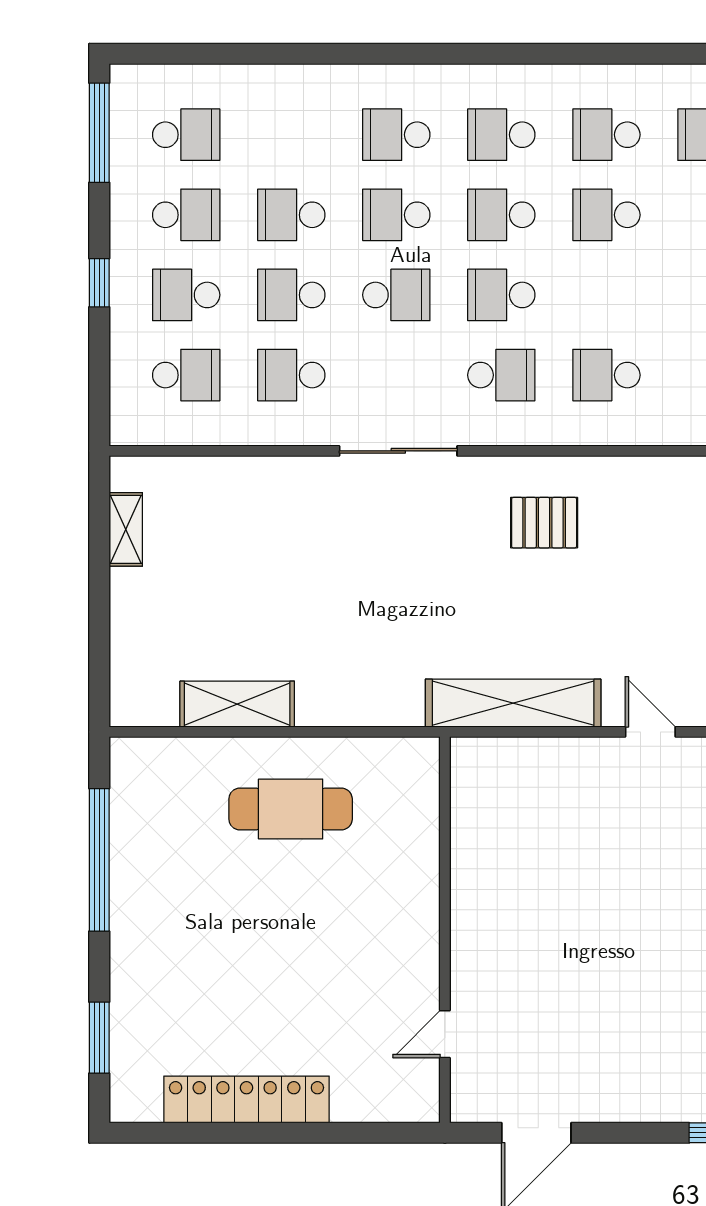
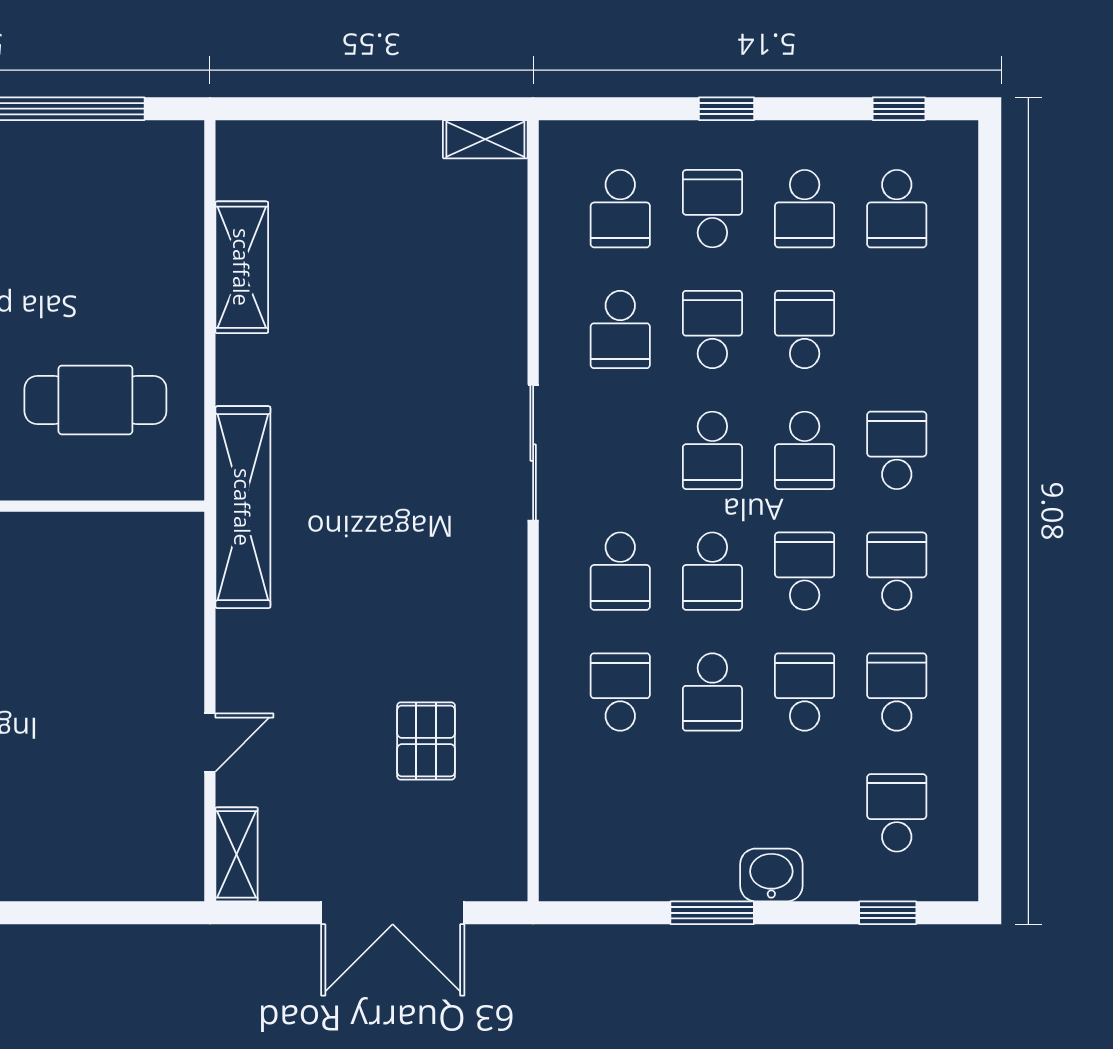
window: (99, 133) -> (899, 109), width x0.46
school desk: (396, 215) -> (805, 450), turned 180
school desk: (501, 295) -> (712, 571), turned 180
school desk: (606, 295) -> (712, 692), added
school desk: (291, 375) -> (620, 330), turned 180
pallet: (544, 523) -> (426, 741), moved
shelving: (126, 529) -> (485, 139), moved
shelving: (513, 703) -> (243, 507), moved
cafe table: (291, 809) -> (95, 400), moved, turned 90

